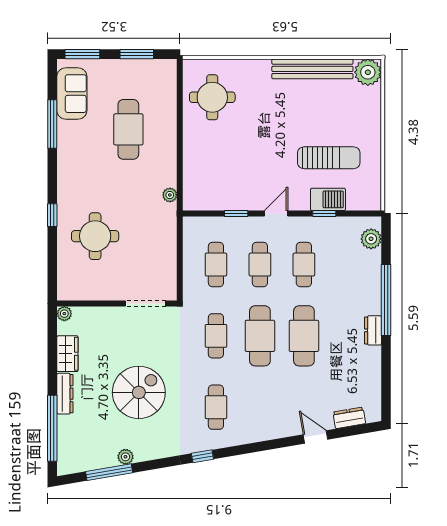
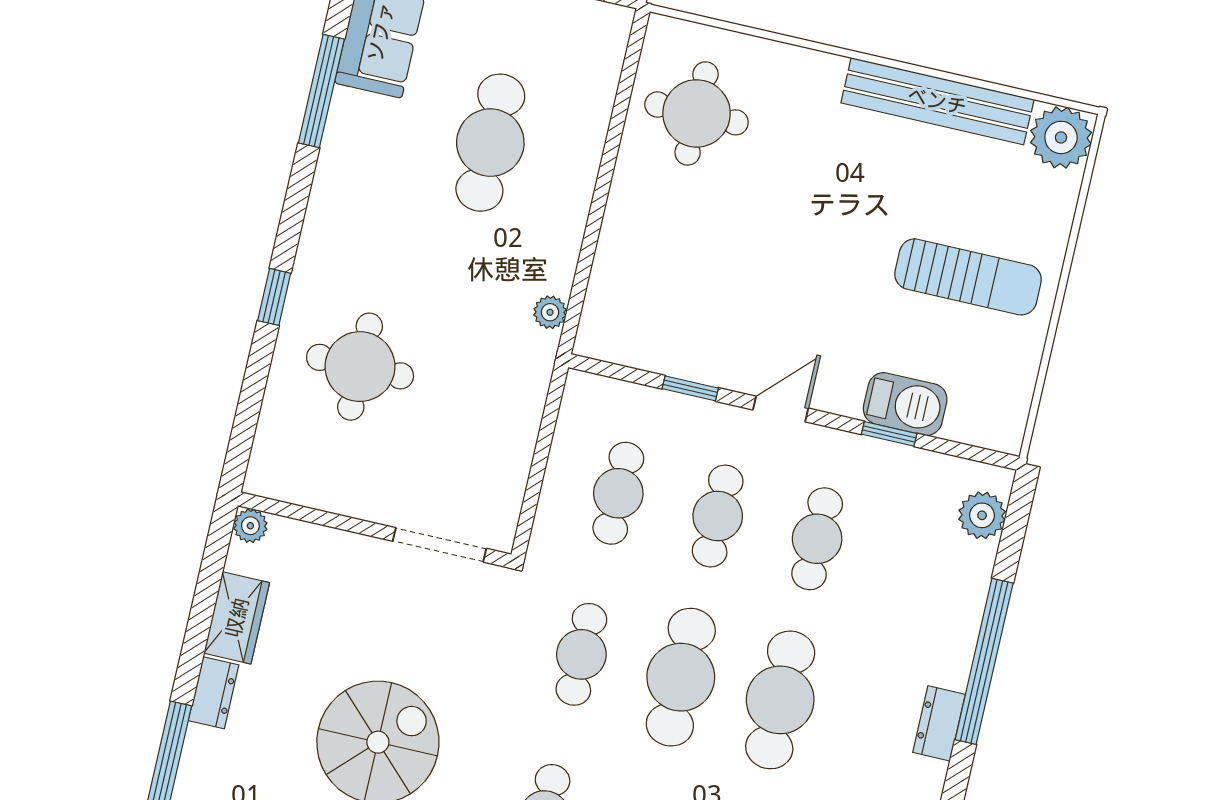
sun lounger: (329, 158) -> (968, 277), moved
dresser: (65, 394) -> (214, 693), width x0.70

